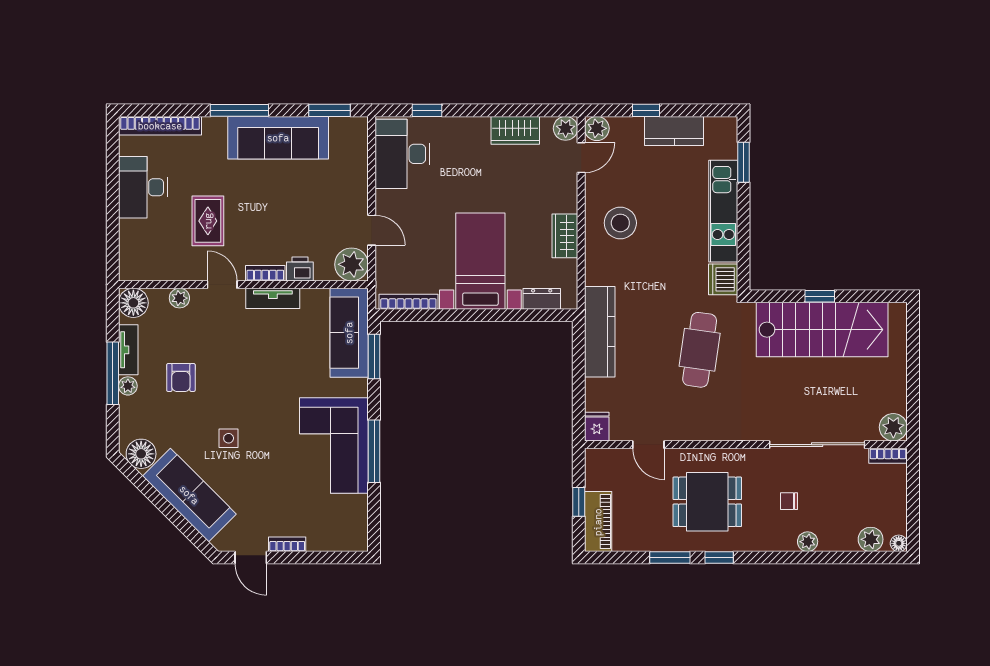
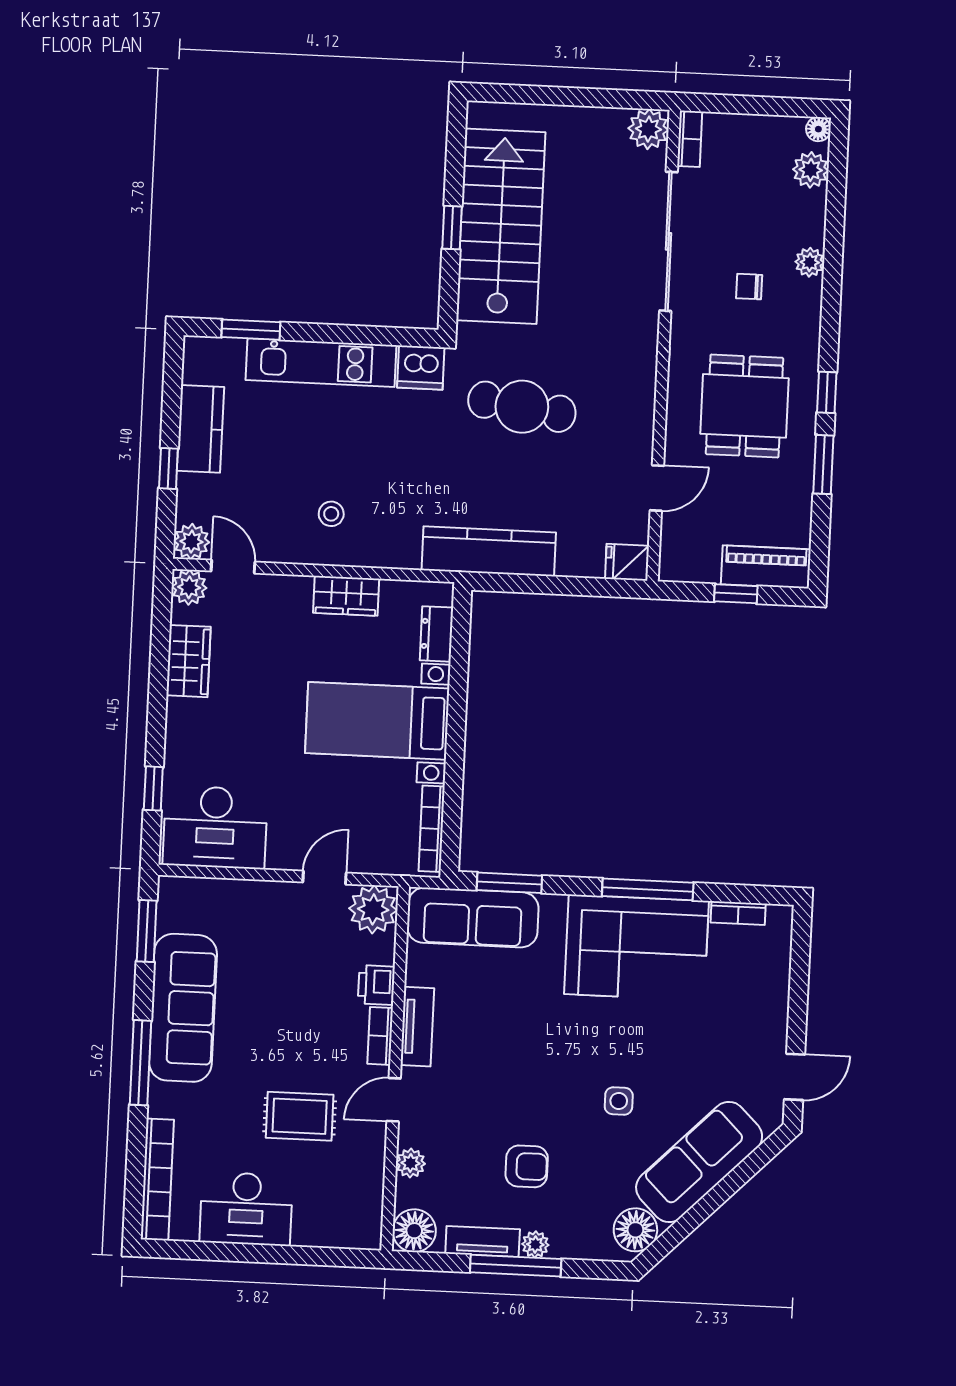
stool: (620, 223) -> (331, 514), width x0.53, depth x0.53
chair: (789, 501) -> (749, 287), turned 90
bookcase: (287, 544) -> (738, 913), moved, turned -90

